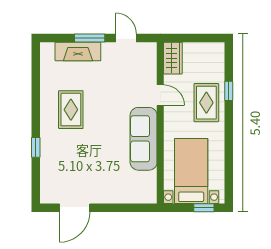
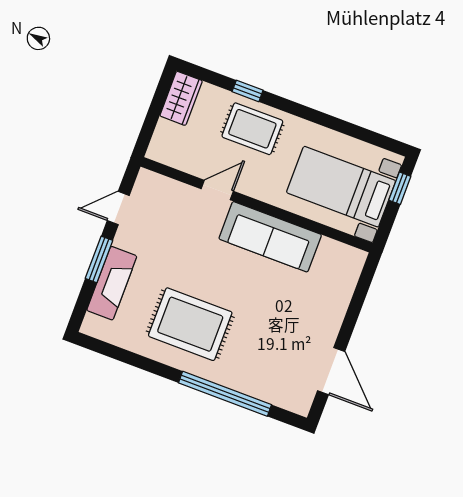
wardrobe: (173, 58) -> (181, 98), moved, turned 90
rug: (71, 110) -> (190, 324), width x1.36, depth x1.43
window: (36, 147) -> (225, 394), width x3.17

